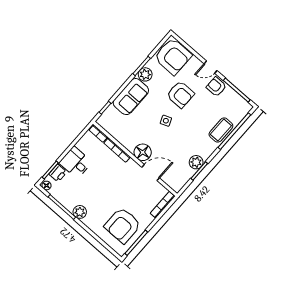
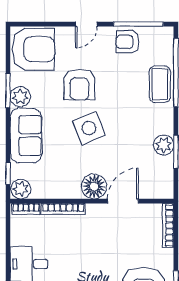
armchair: (216, 87) -> (128, 42), moved
armchair: (180, 95) -> (79, 84), turned 90
plant: (105, 121) -> (21, 189), added
side table: (166, 121) -> (89, 128), width x1.87, depth x1.87

